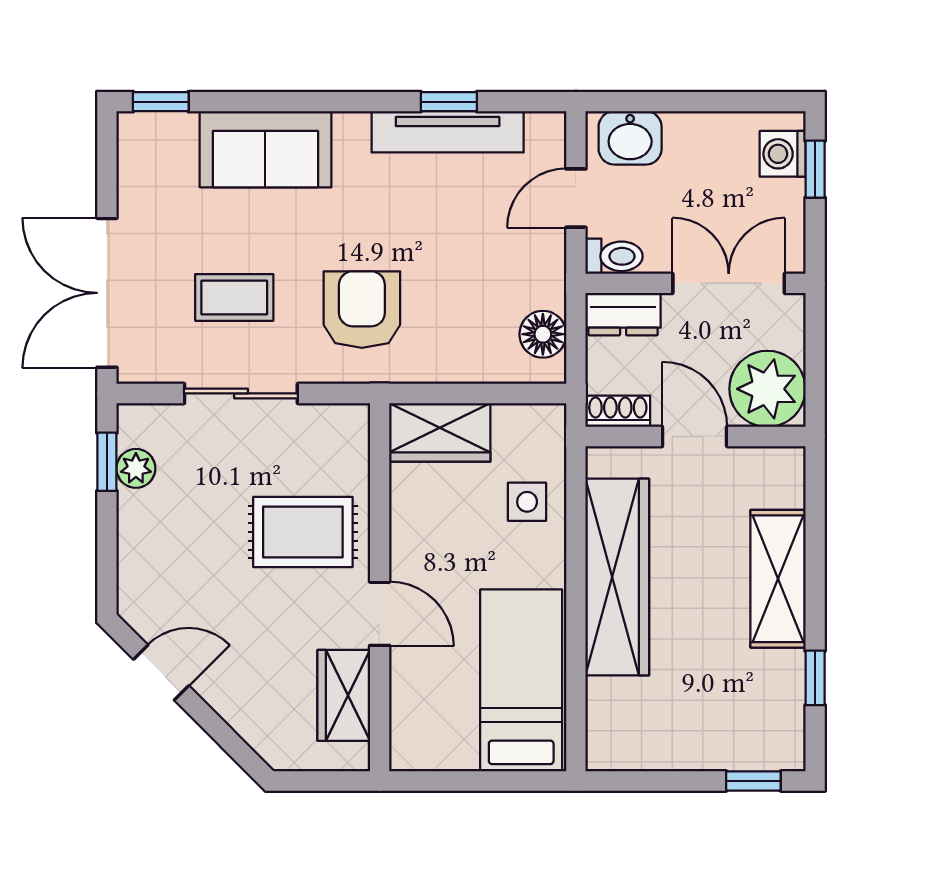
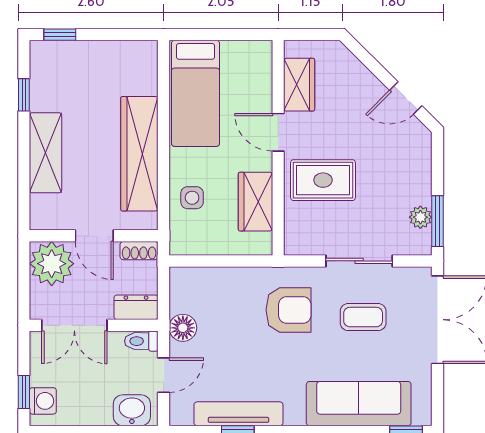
sofa: (265, 149) -> (359, 404), width x1.36
armchair: (362, 310) -> (289, 310), turned -90
floor lamp: (543, 334) -> (183, 328), moved
wardrobe: (440, 432) -> (255, 202), moved, turned -90
window: (107, 462) -> (437, 221), width x1.50

